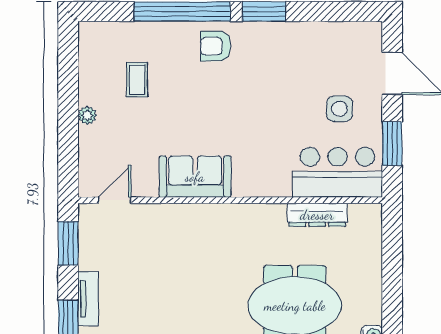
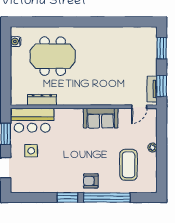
armchair: (216, 46) -> (91, 181), turned 180
coffee table: (137, 80) -> (129, 165), width x1.86, depth x1.72
tv unit: (88, 299) -> (152, 89), moved

